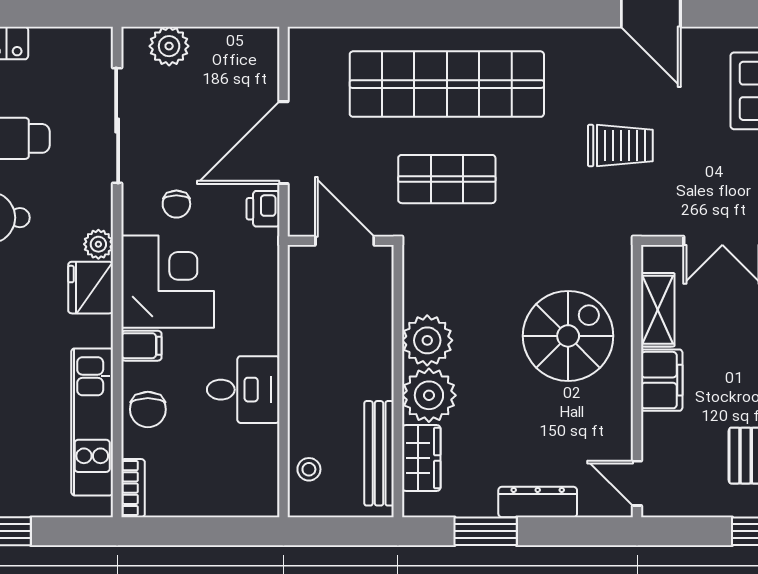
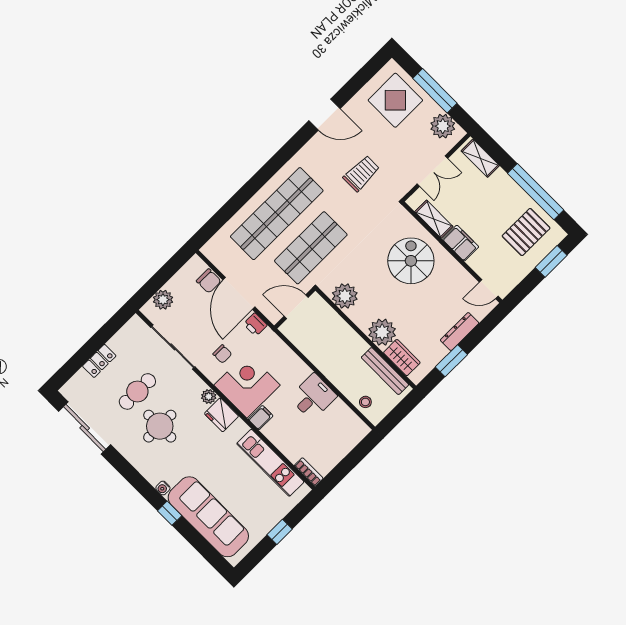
shop shelf: (447, 179) -> (311, 248), width x1.43, depth x1.36
plant: (427, 340) -> (345, 296), moved
chair: (148, 409) -> (209, 281), moved

